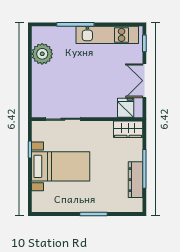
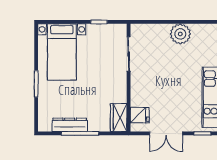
plant: (42, 54) -> (180, 34), moved
double door: (144, 81) -> (166, 133), swing flipped
bed with nightstands: (61, 166) -> (62, 52), moved

